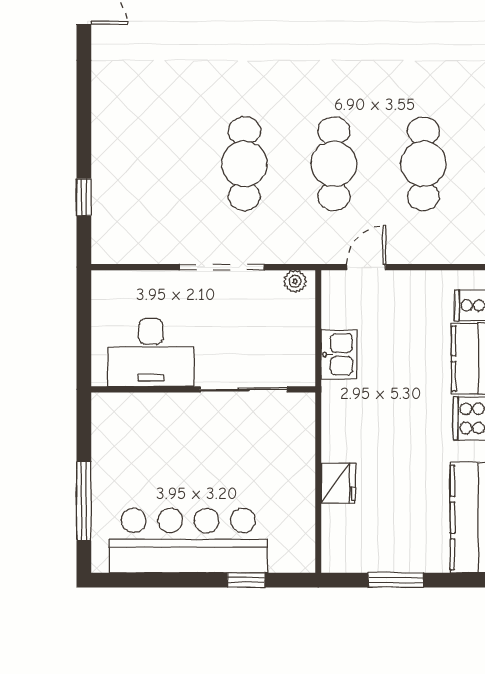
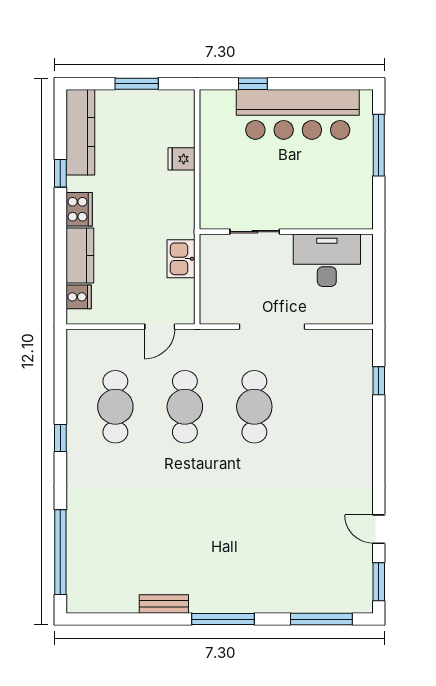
plant: (295, 281) -> (215, 316), removed
sliding door: (244, 389) -> (255, 232), width x0.73
fridge: (338, 483) -> (181, 159), width x0.72

